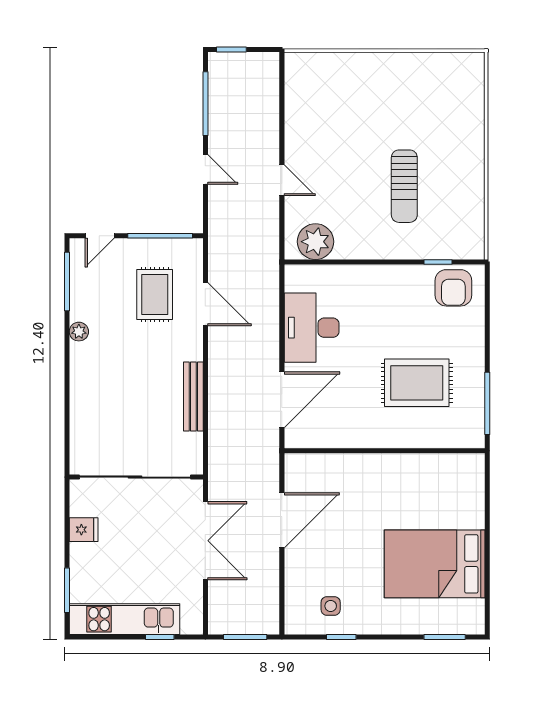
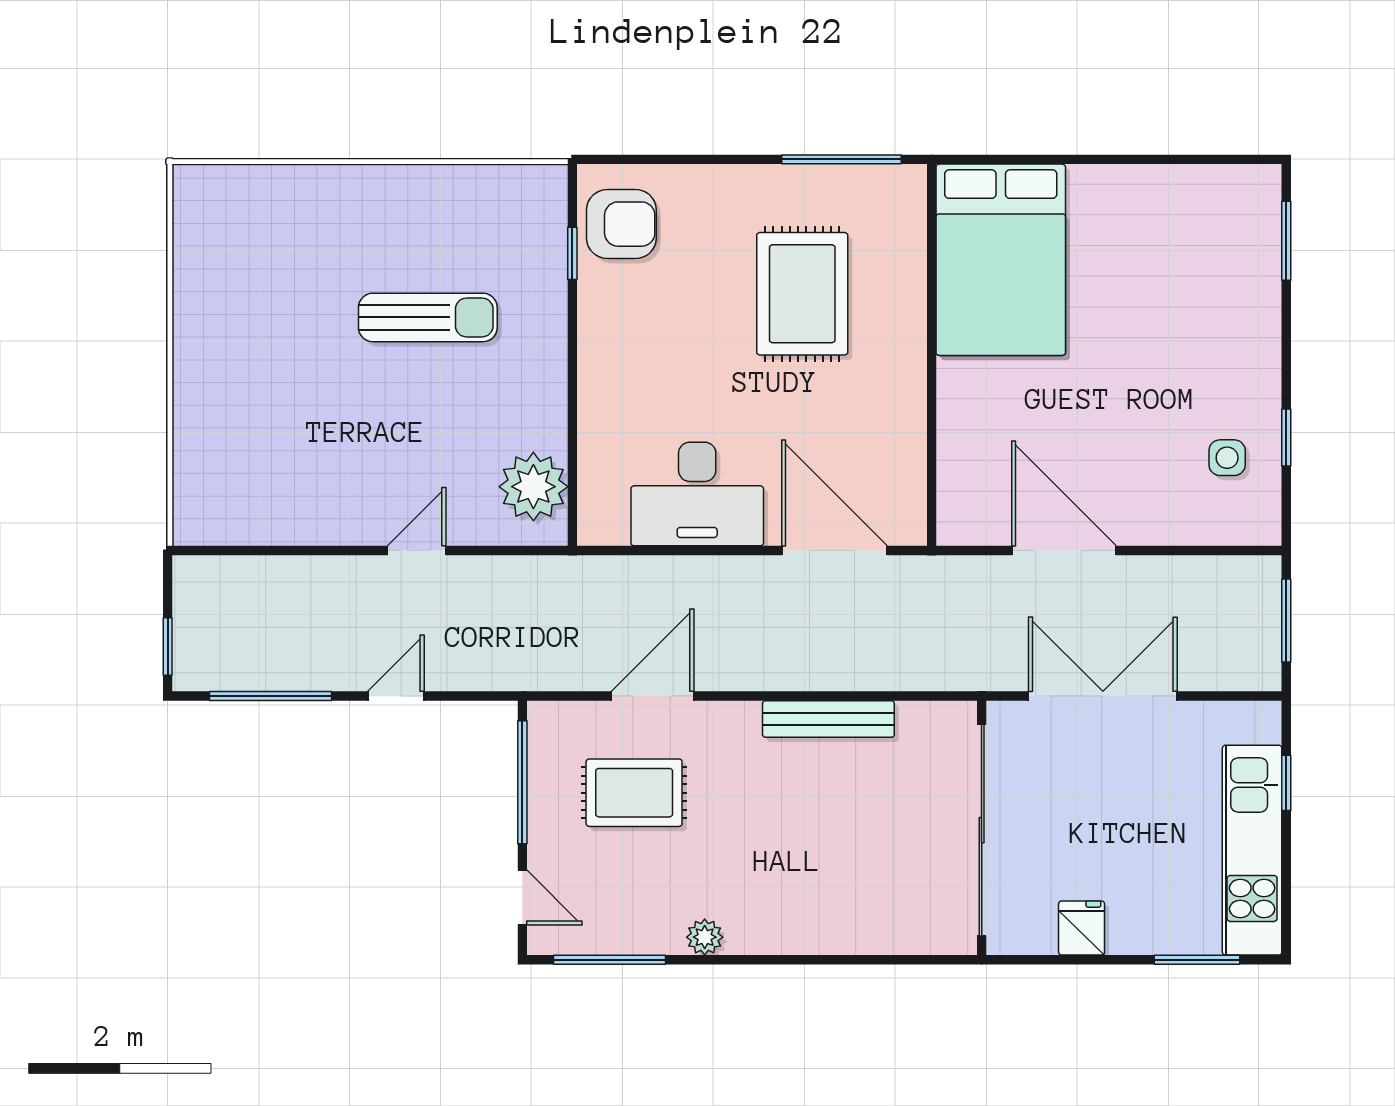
bed: (435, 564) -> (1001, 260), moved

